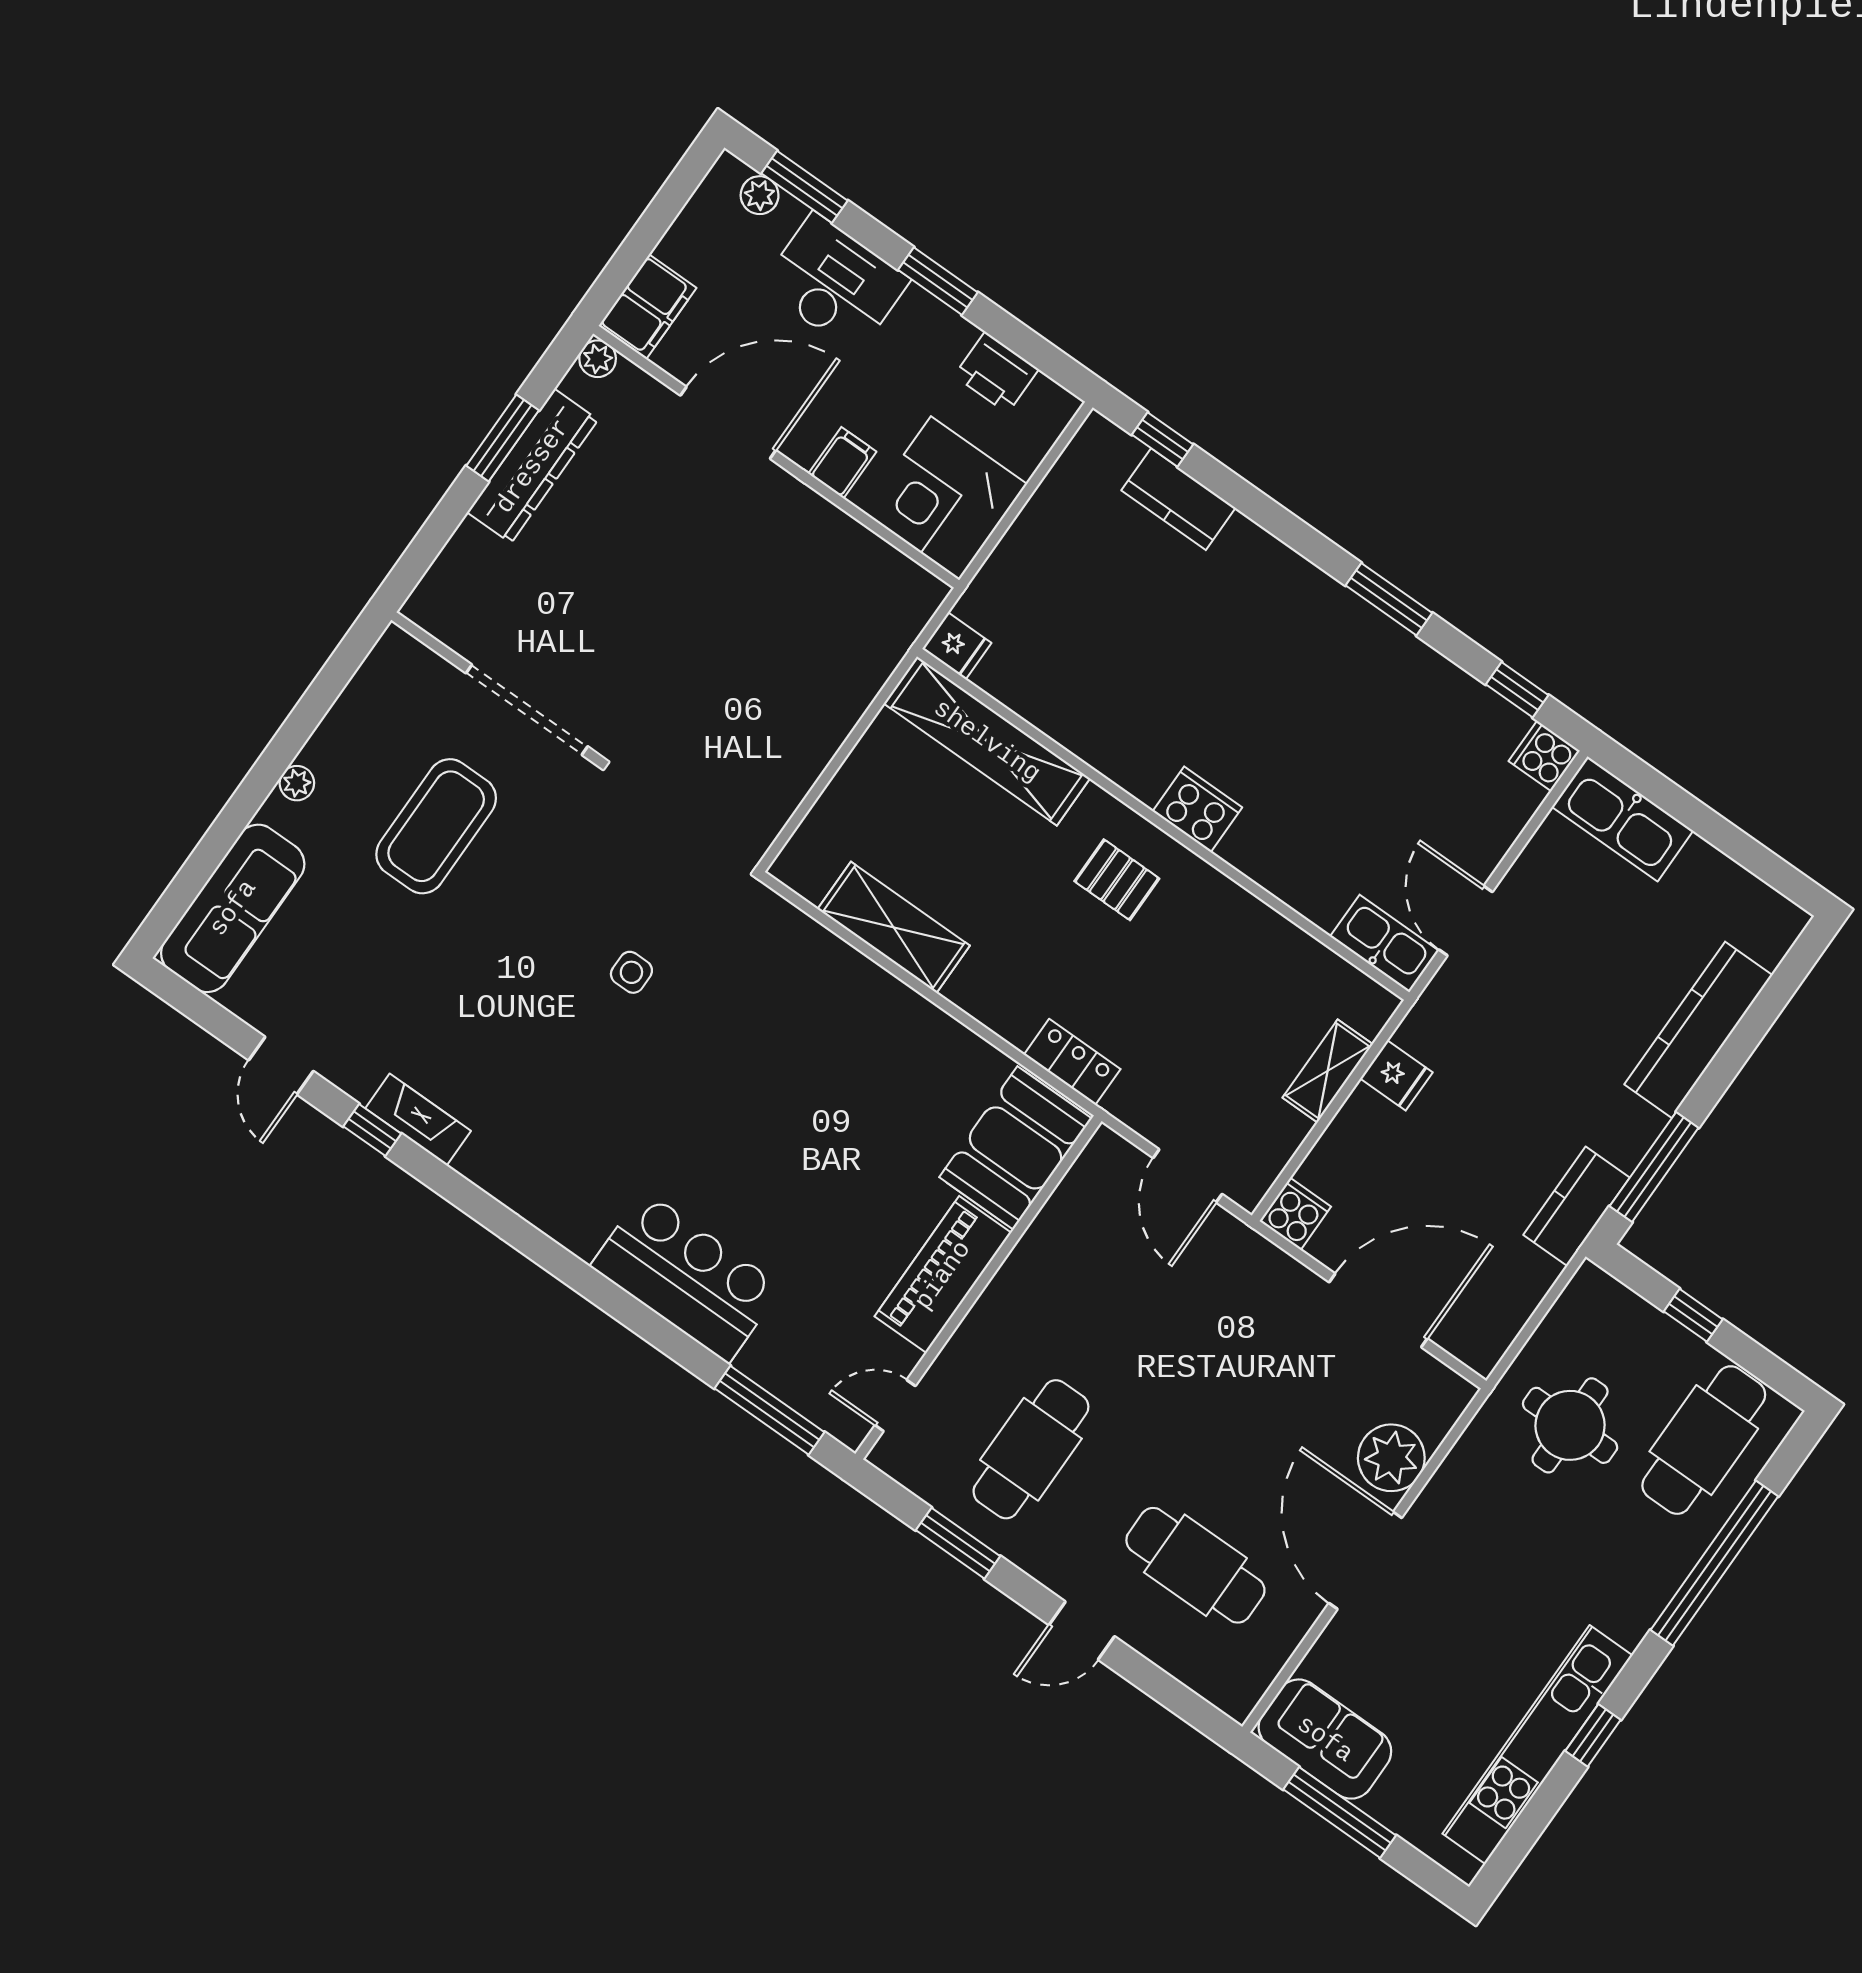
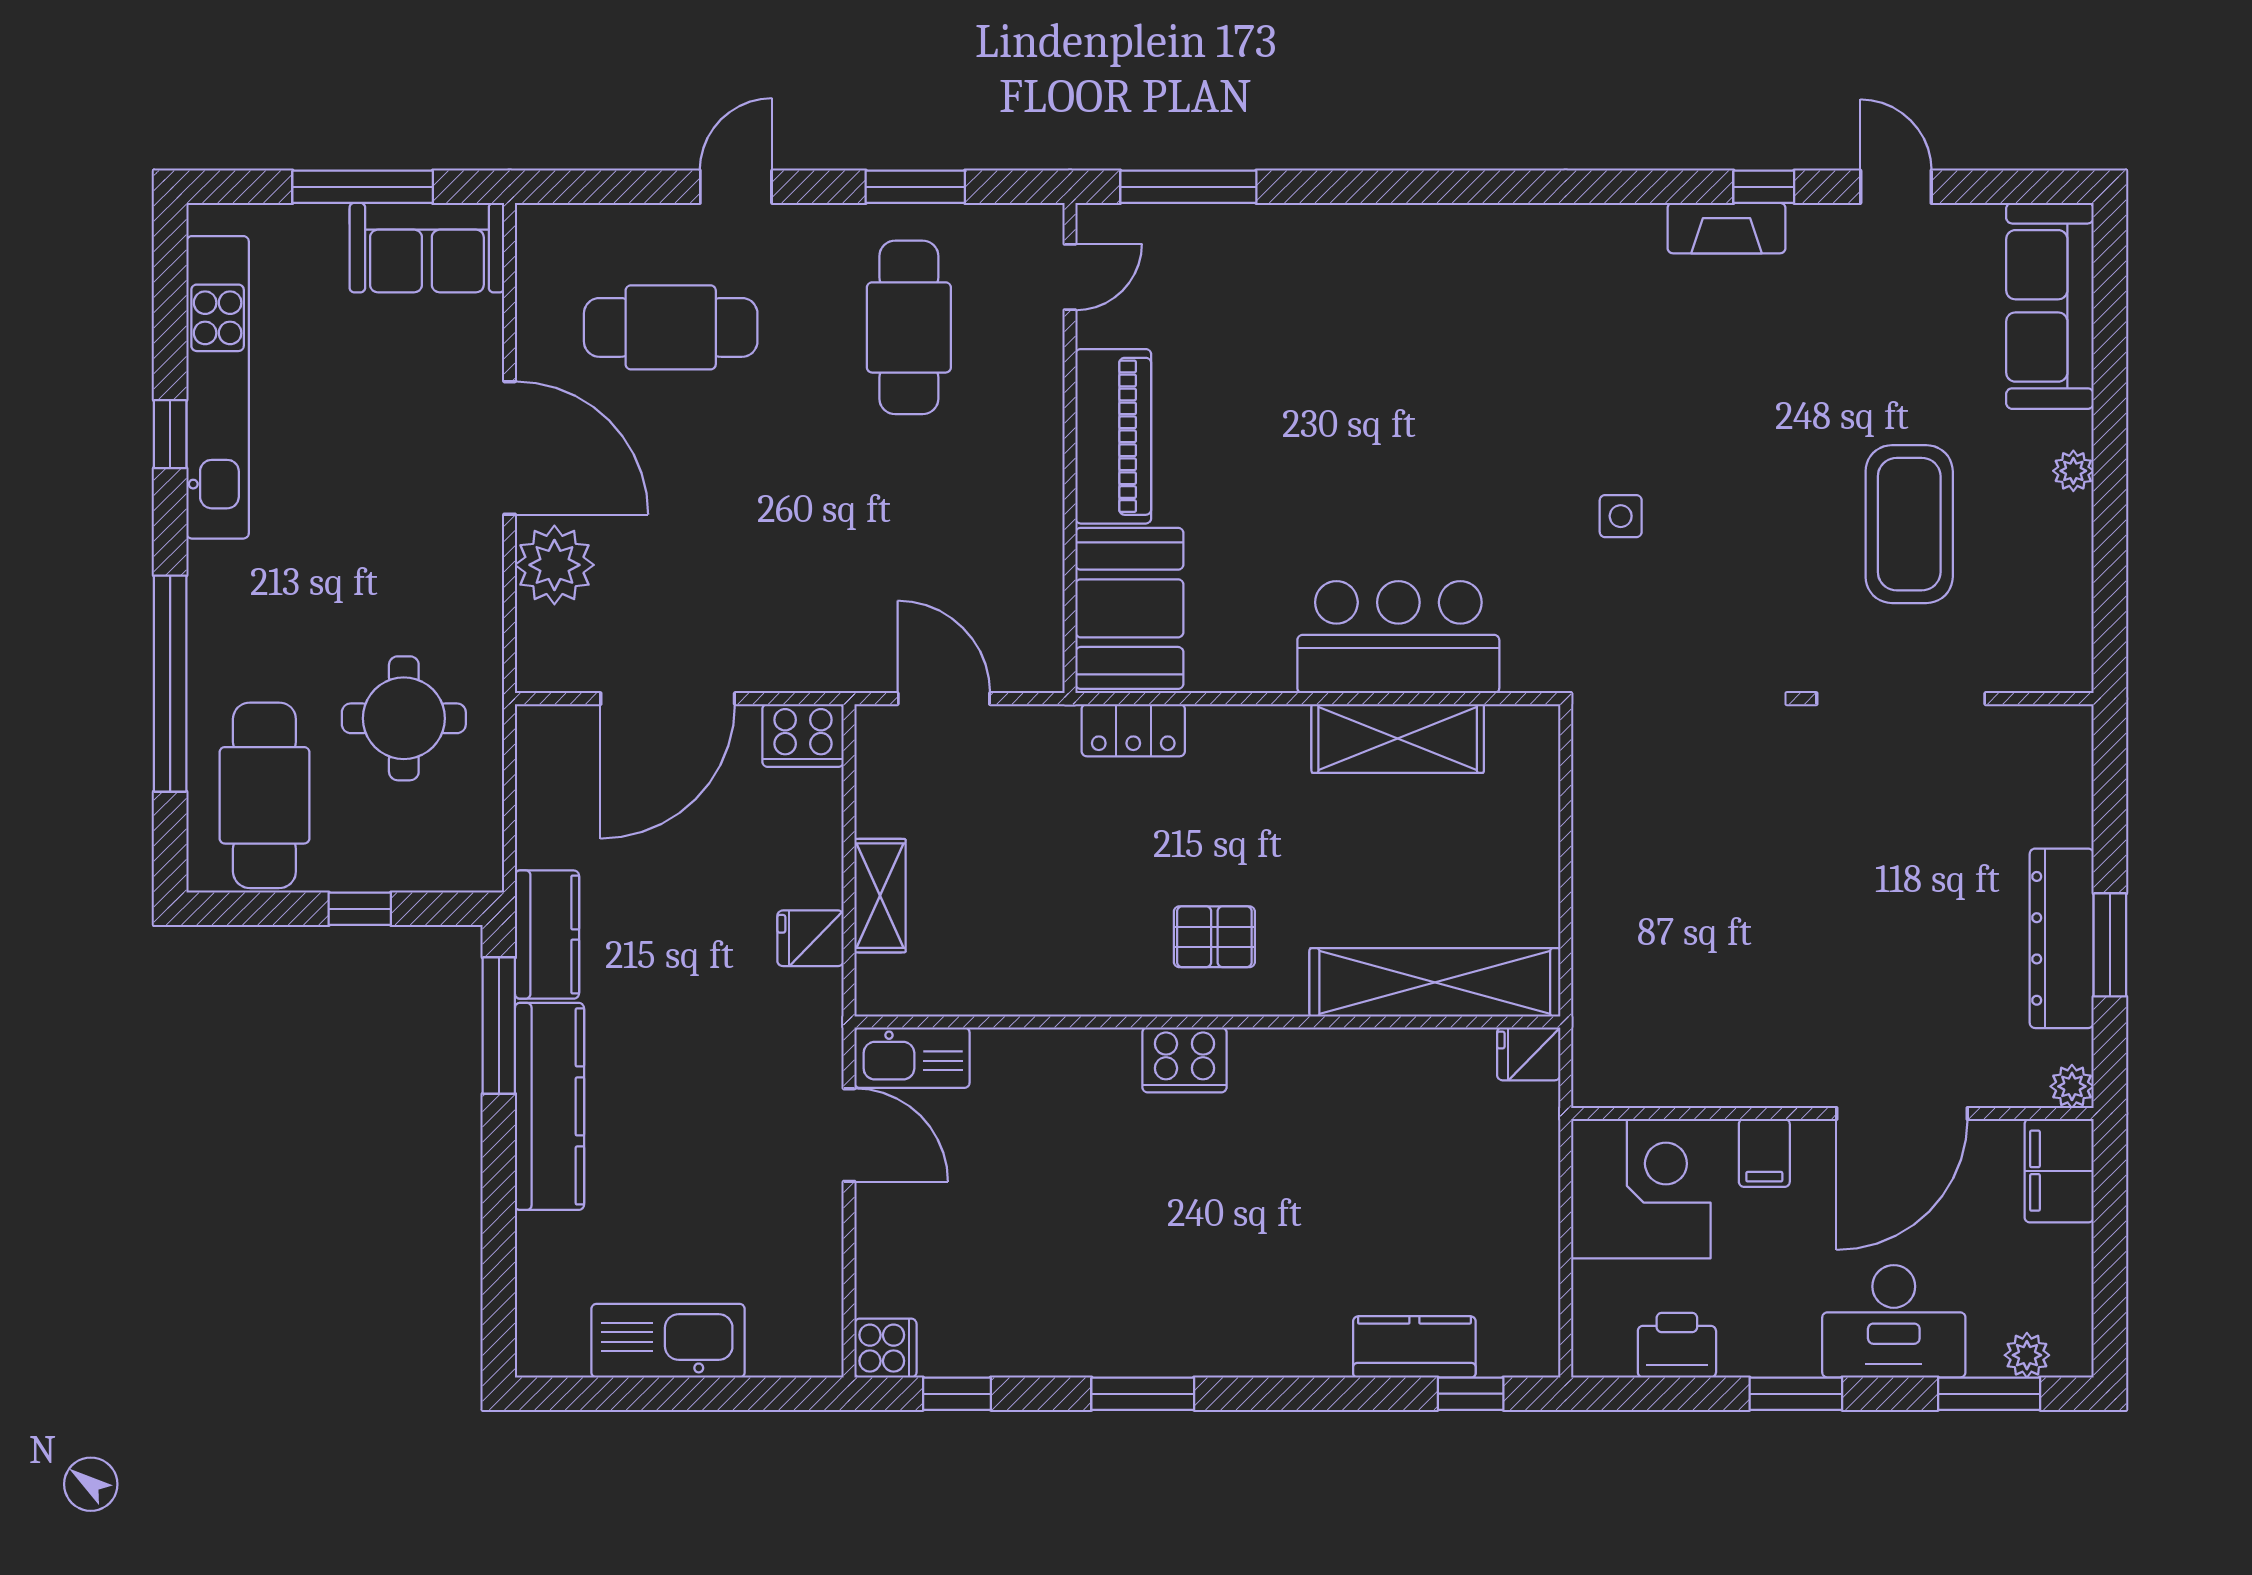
kitchen sink: (1622, 819) -> (668, 1341), moved
kitchen counter: (1698, 1030) -> (550, 1106), moved
cooker: (1295, 1214) -> (803, 735), width x1.36
bar counter: (686, 1277) -> (1398, 637), moved, turned 180

